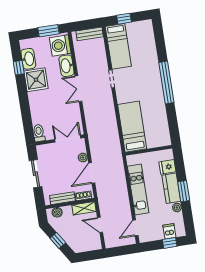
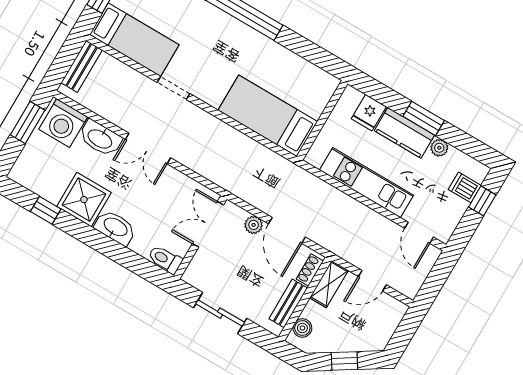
washbasin: (28, 59) -> (115, 227), moved

